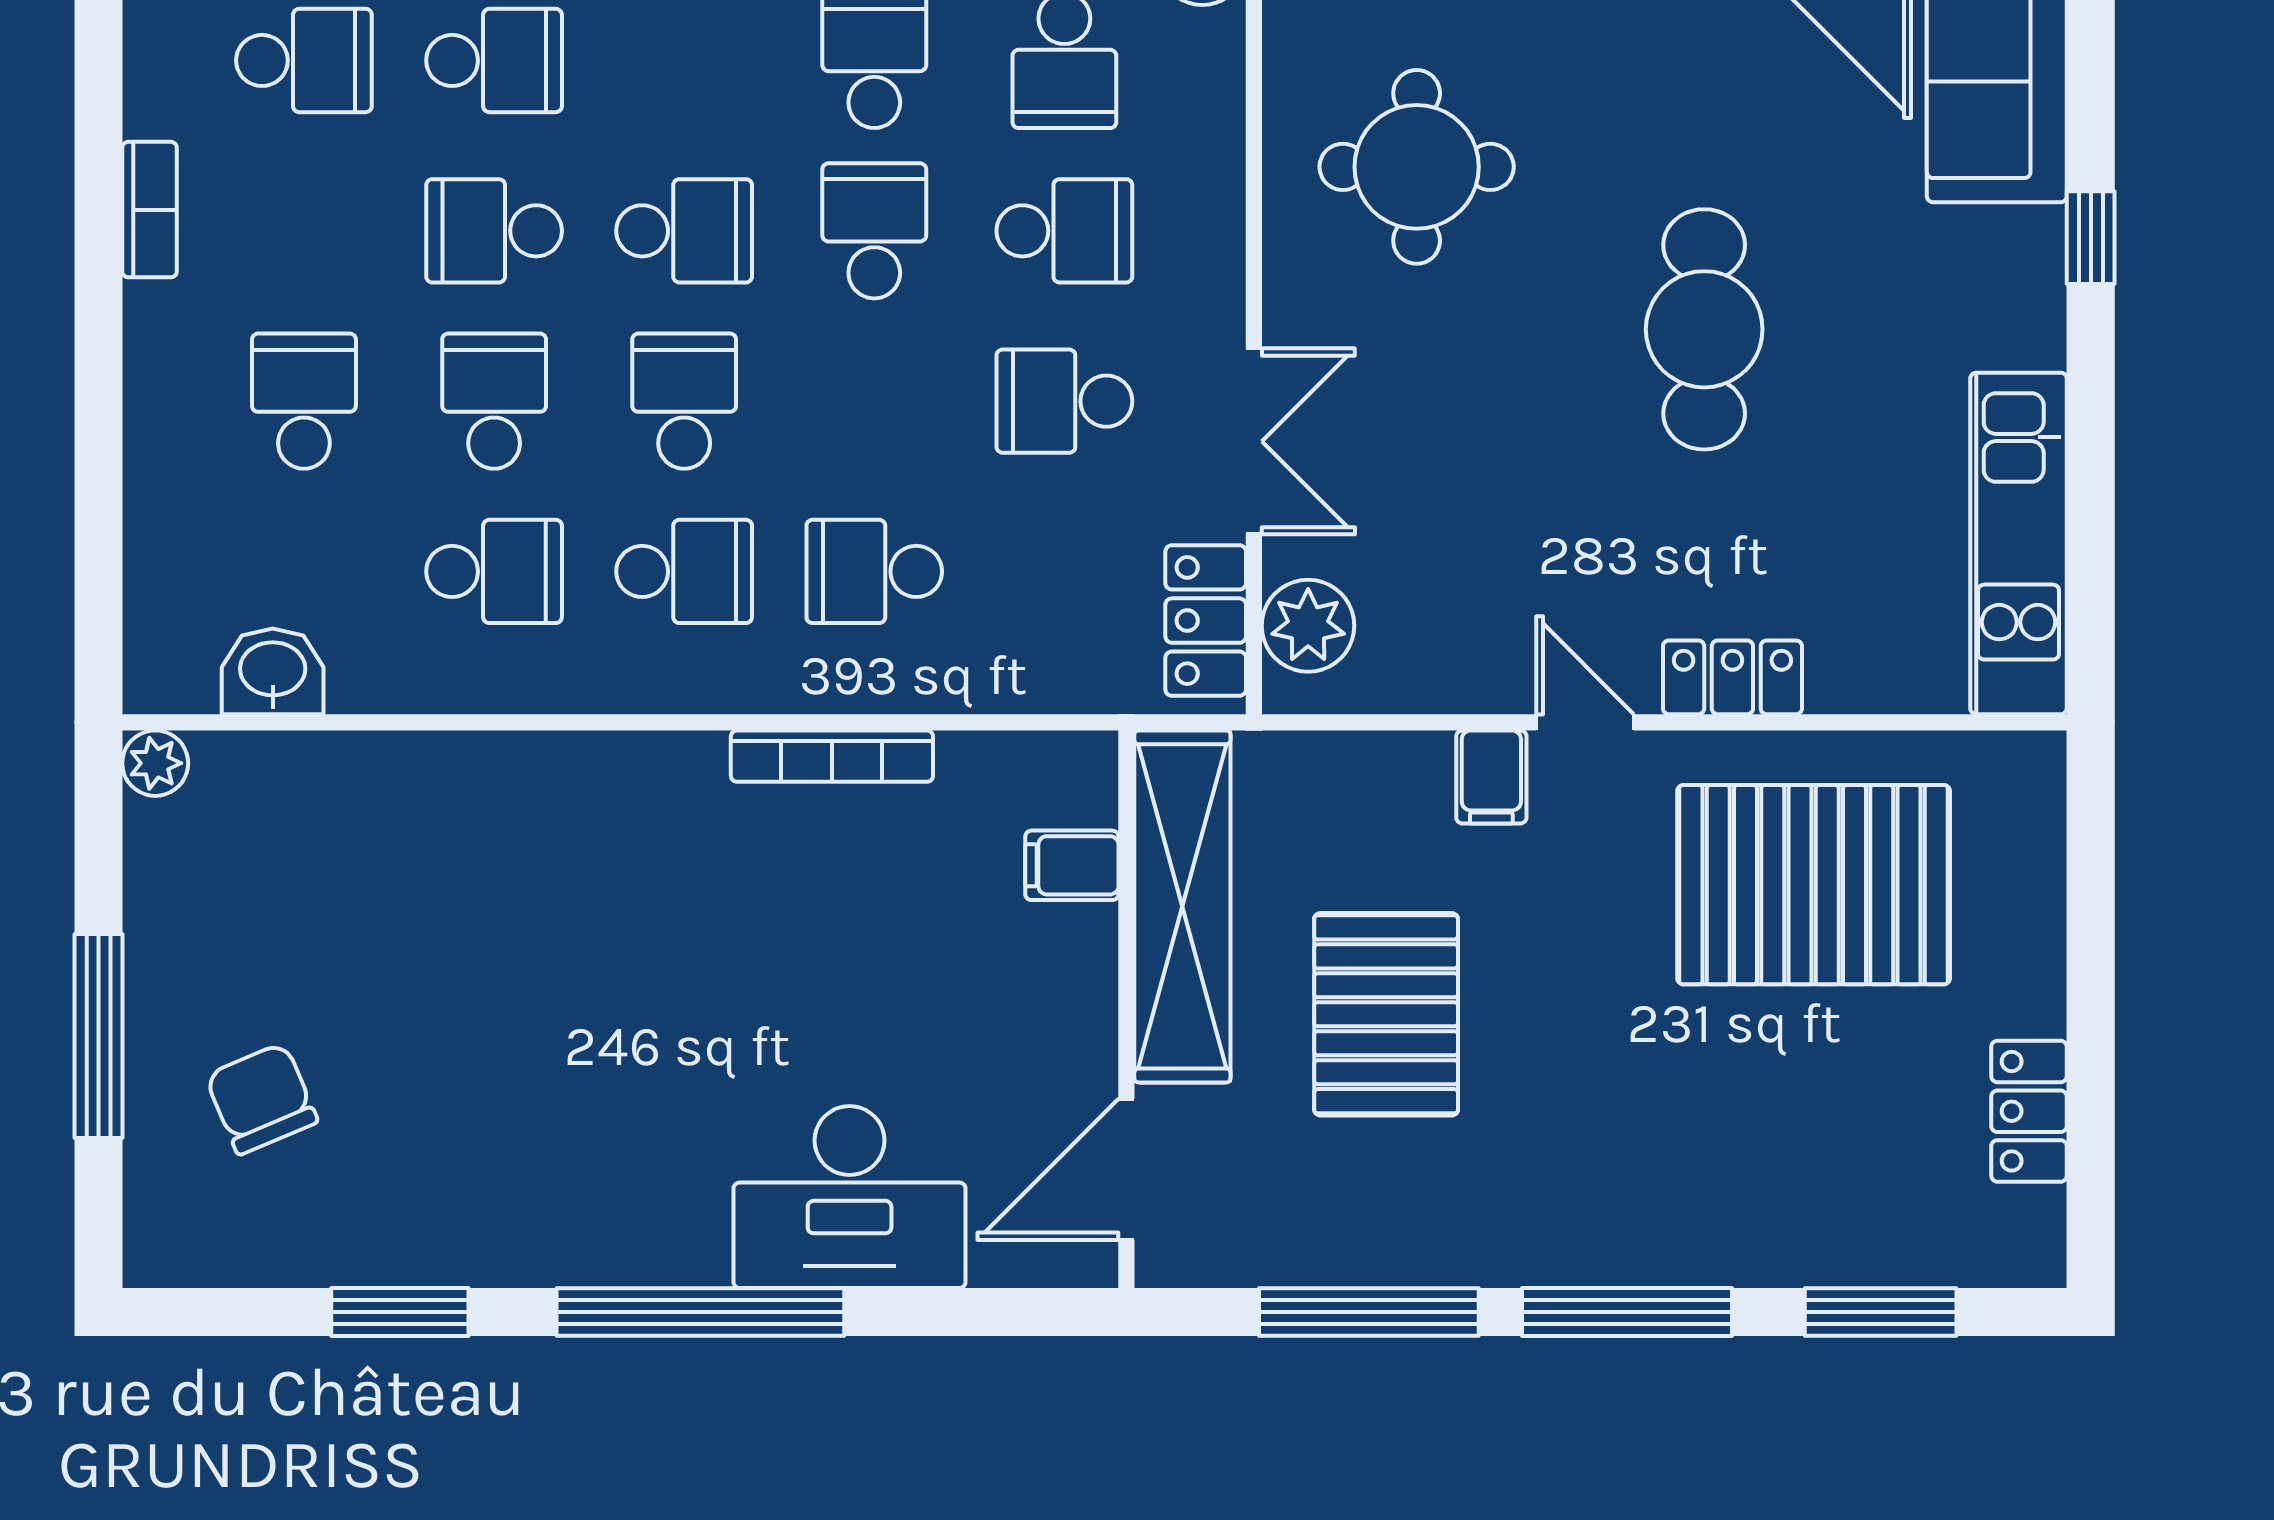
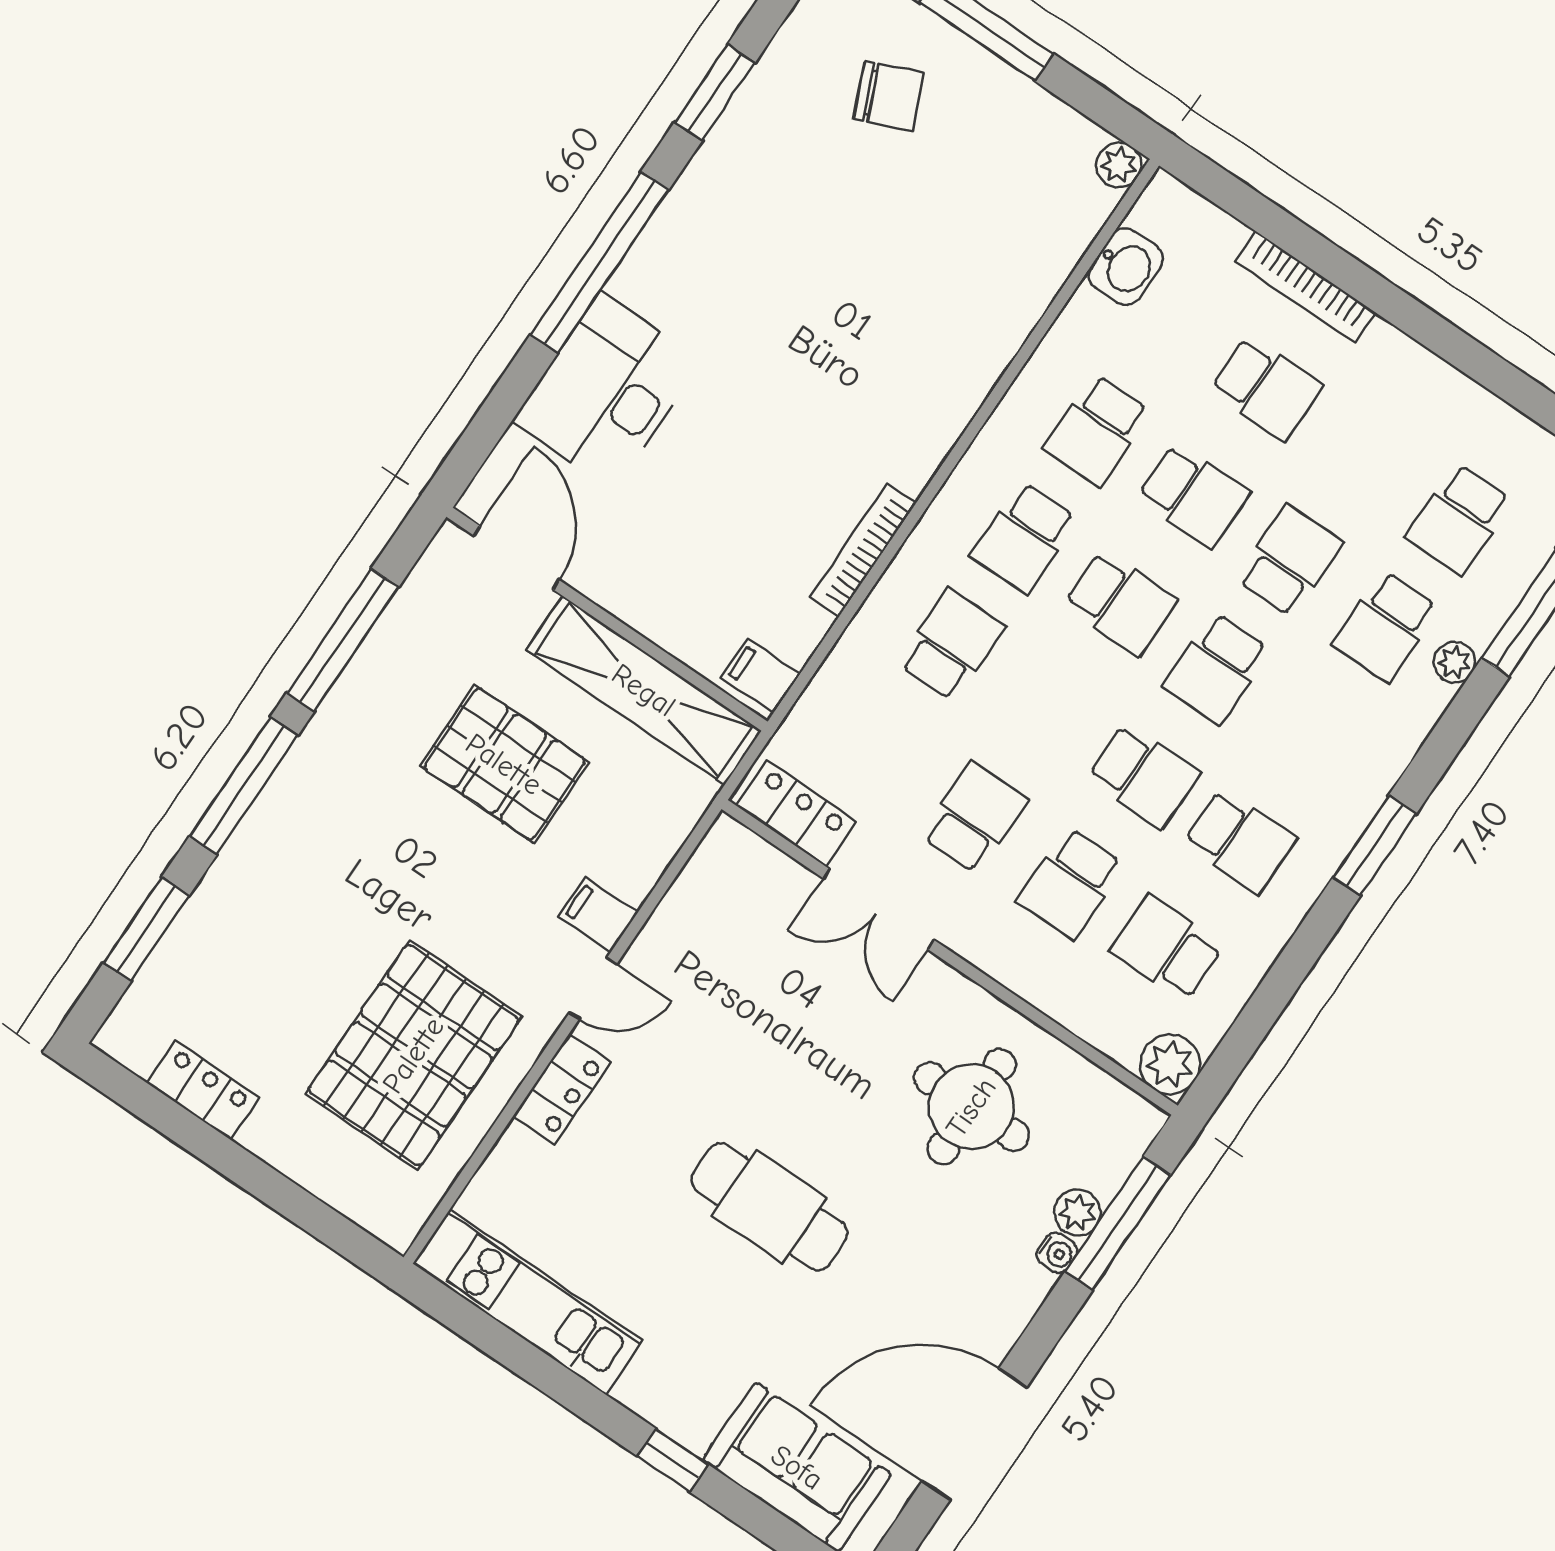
bookcase: (150, 210) -> (1306, 287), moved, width x1.56
plant: (1308, 626) -> (754, 869), removed
filing cabinet: (1072, 865) -> (761, 676), moved, turned -90

